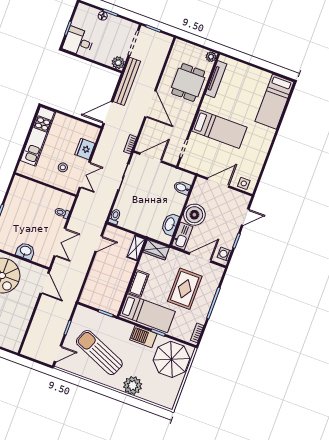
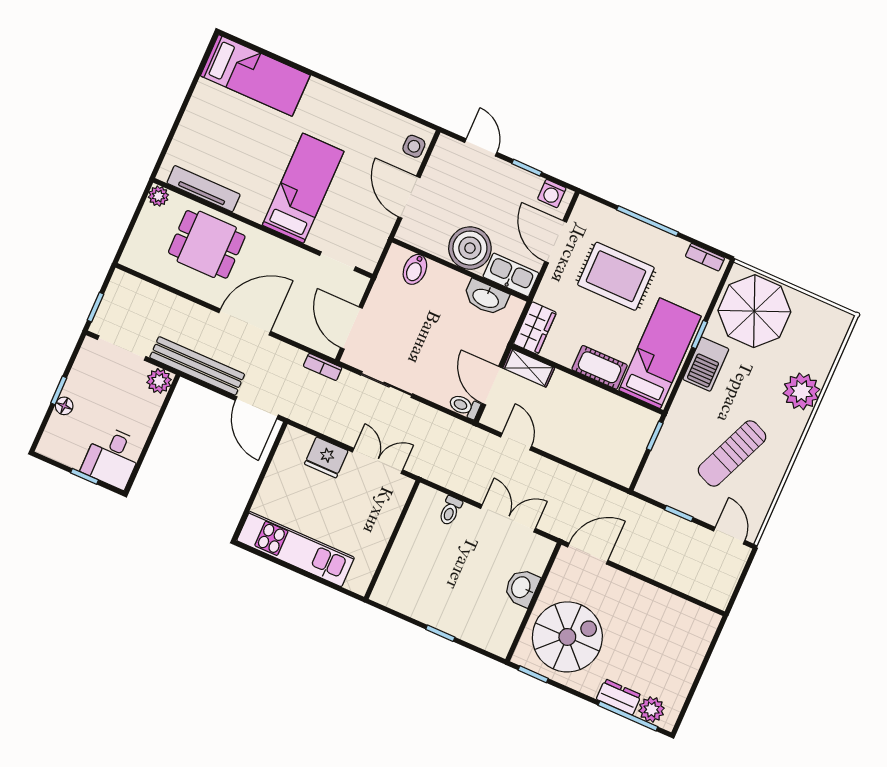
stool: (63, 167) -> (360, 504), removed
door: (126, 230) -> (492, 386), added
sun lounger: (99, 353) -> (732, 454), width x0.73, depth x0.75

